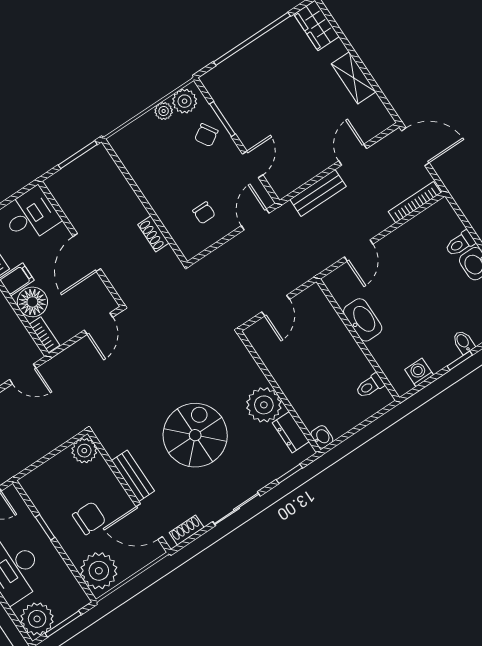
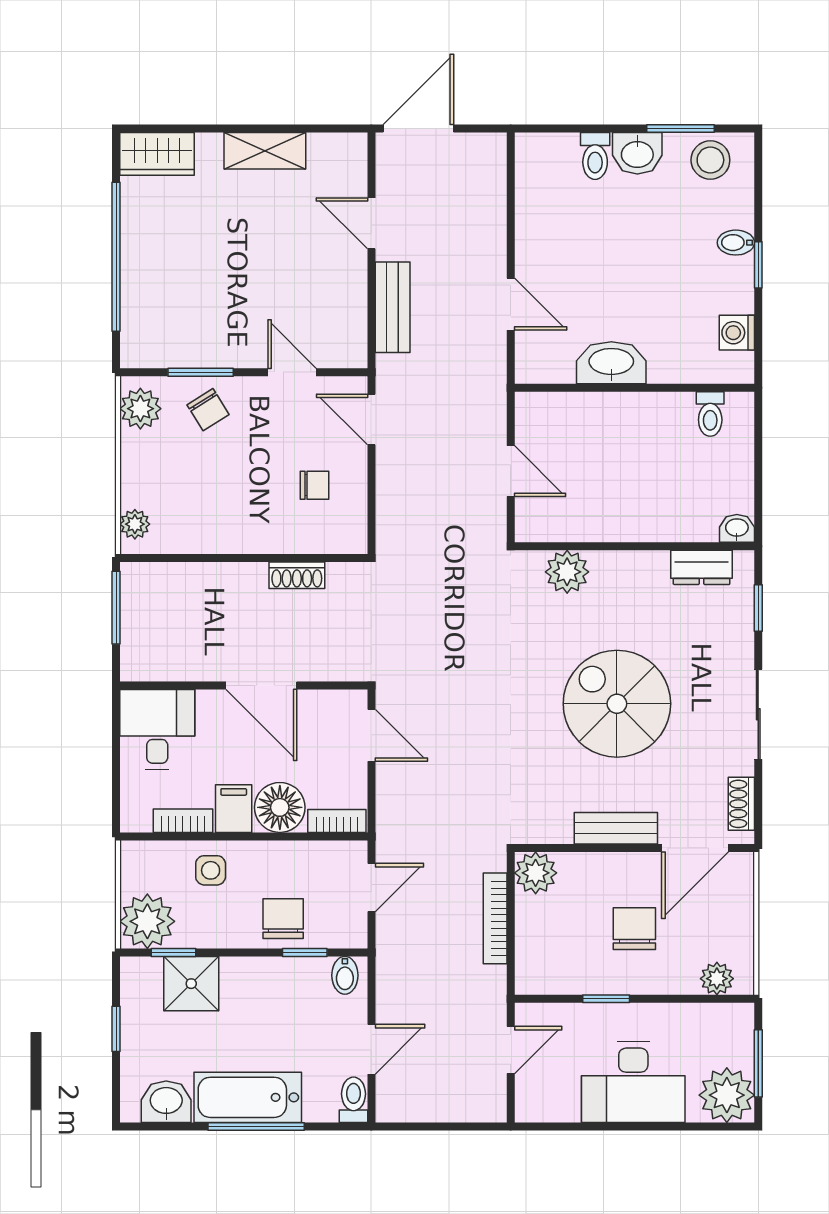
plant: (164, 111) -> (135, 524), moved
bookcase: (415, 202) -> (495, 918), moved
plant: (264, 405) -> (567, 572), moved, width x0.73, depth x0.73
plant: (99, 571) -> (717, 979), width x0.53, depth x0.53

